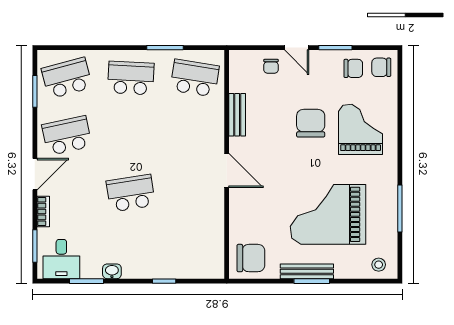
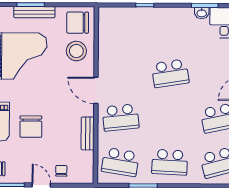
school desk: (195, 136) -> (121, 117), added
stool: (252, 221) -> (76, 51), added
washbasin: (112, 271) -> (202, 13), moved

